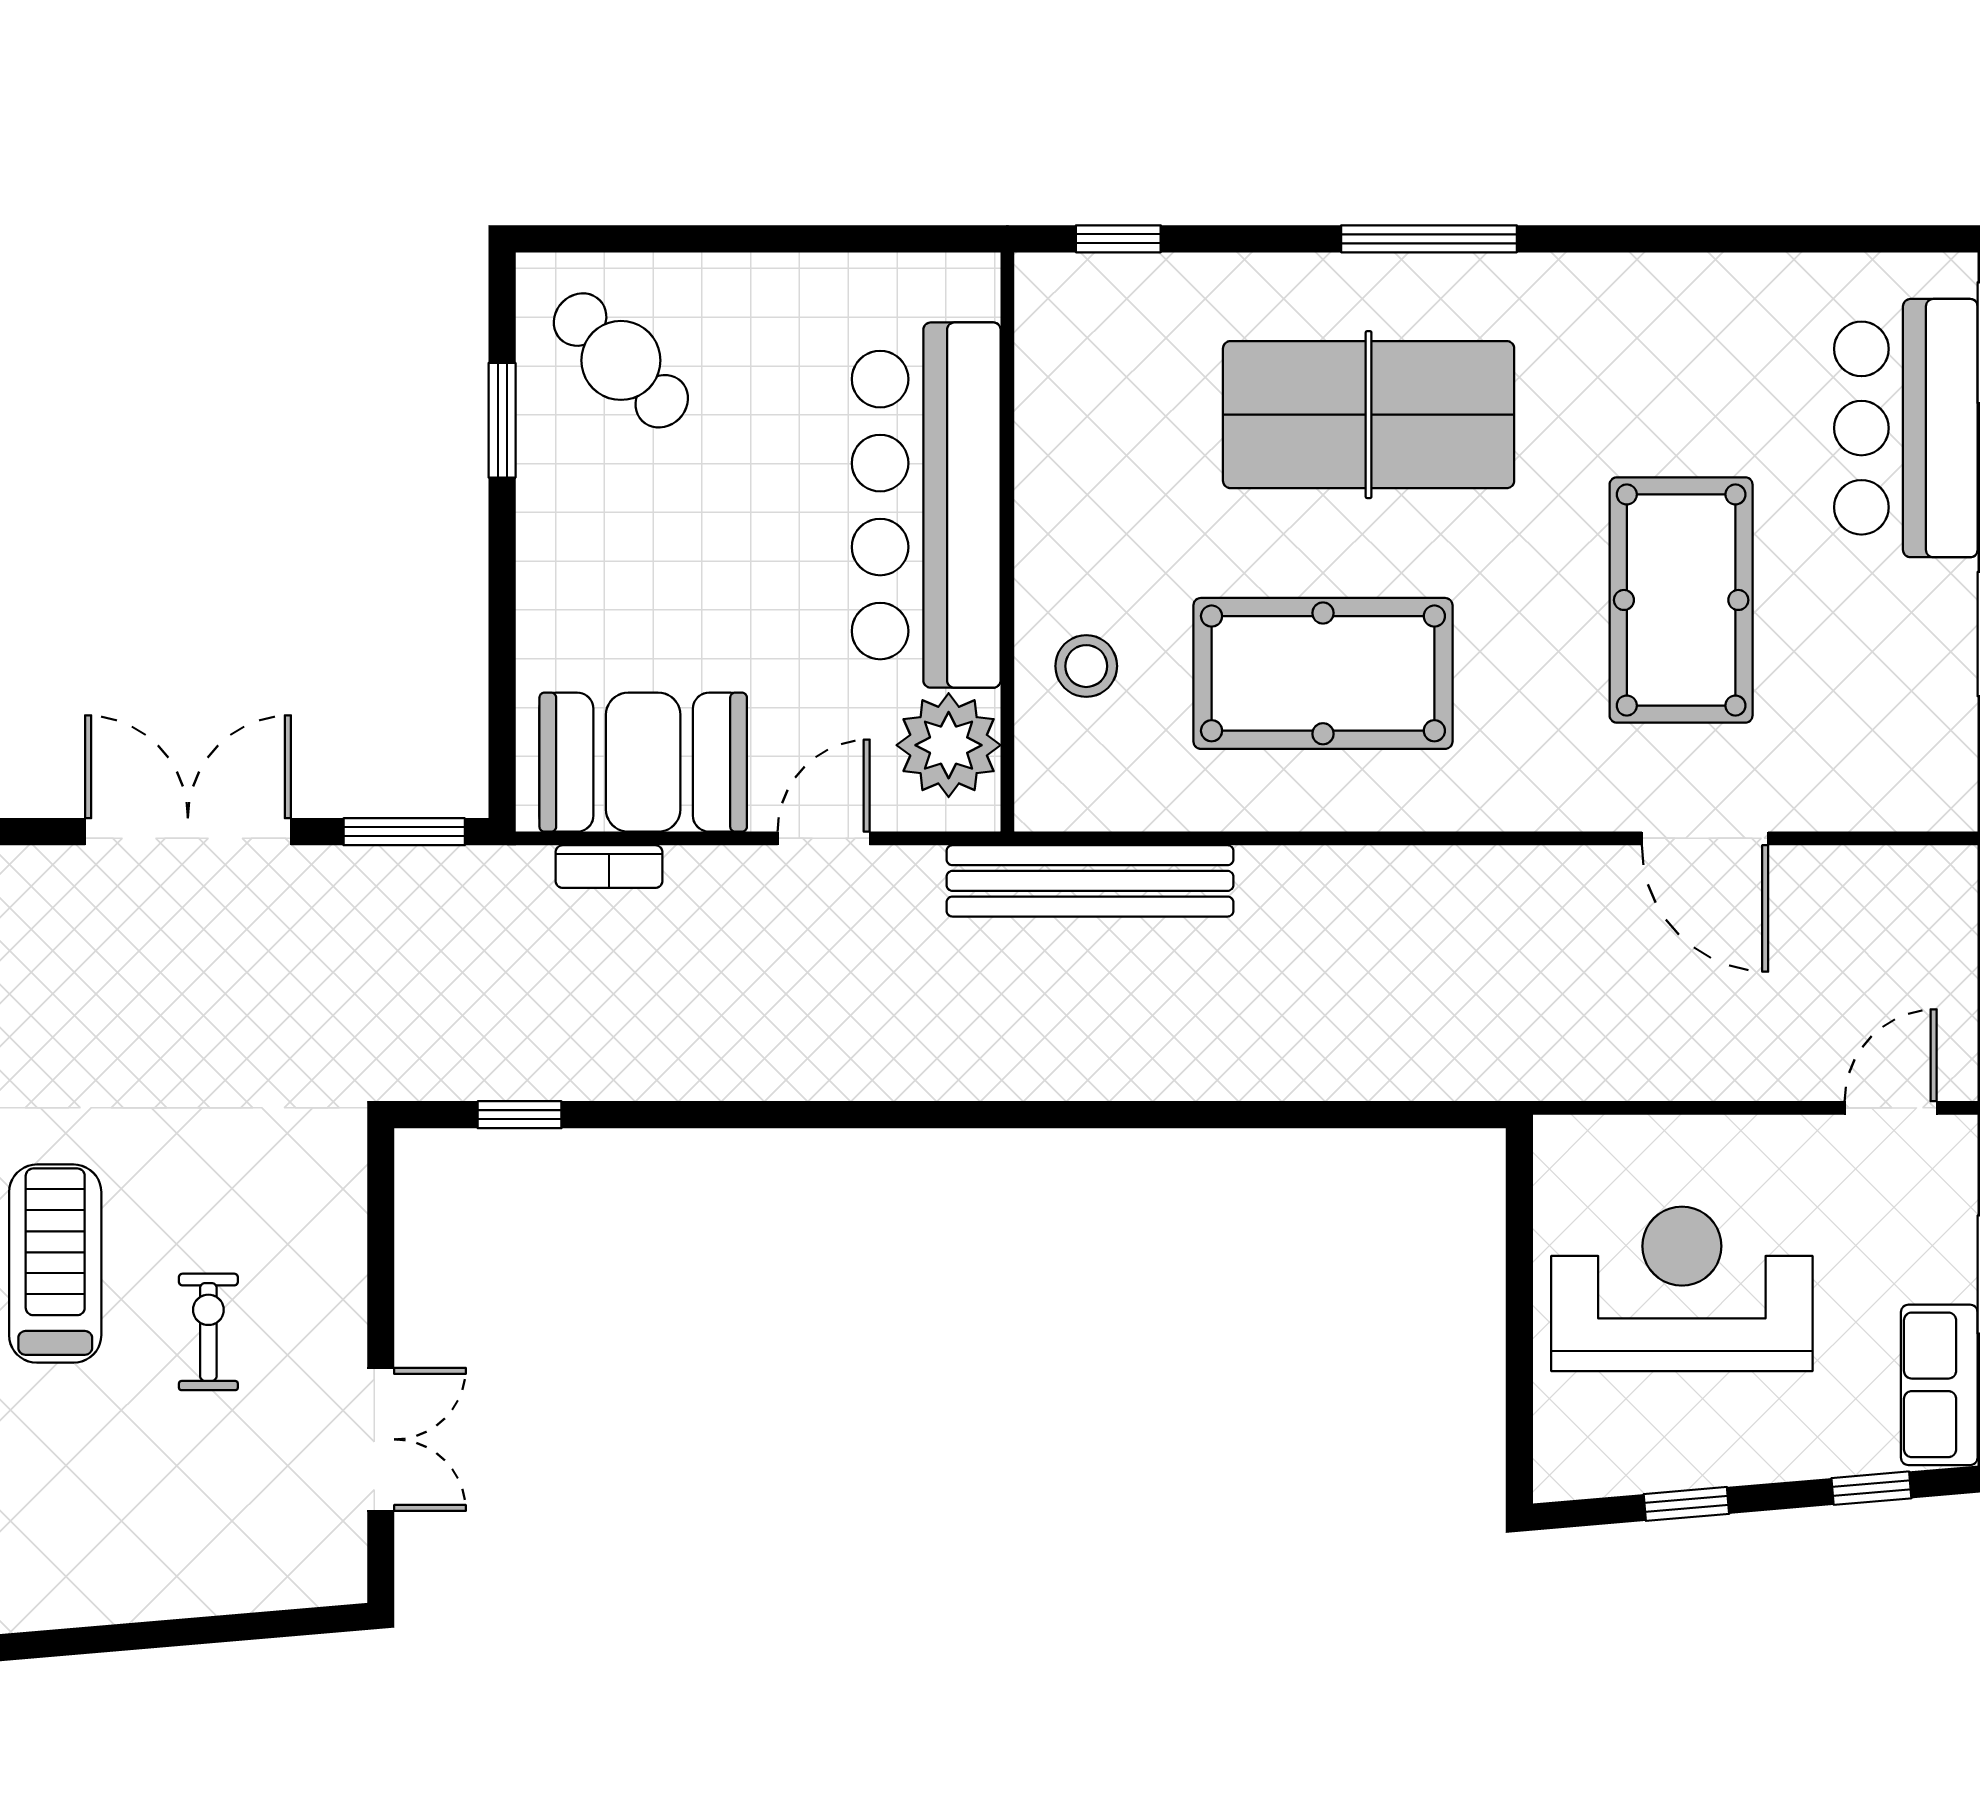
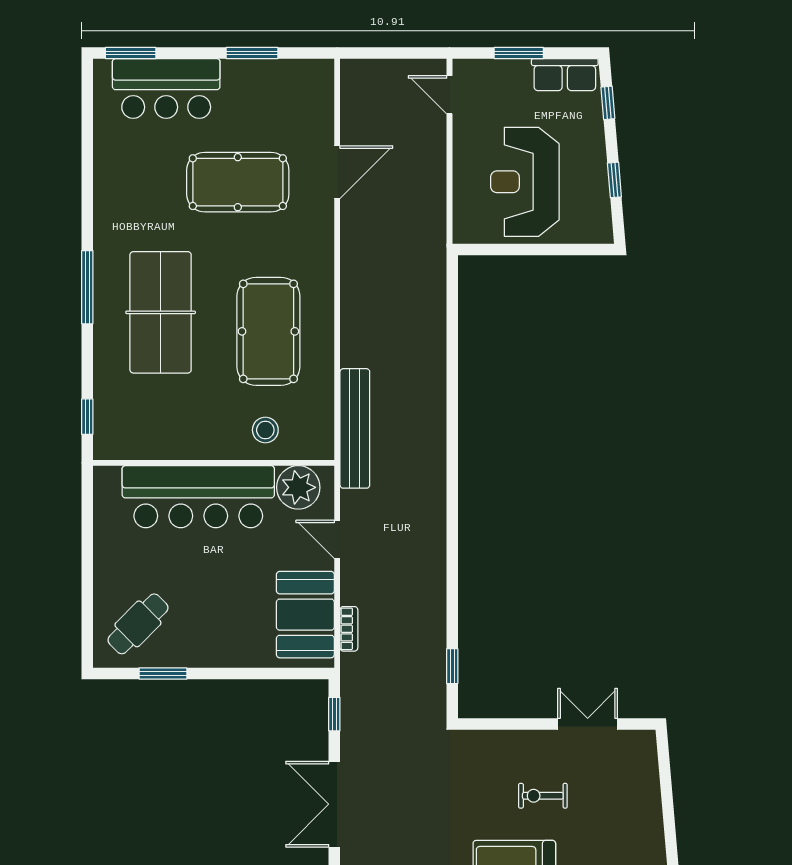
window: (404, 832) -> (334, 714), width x0.67

